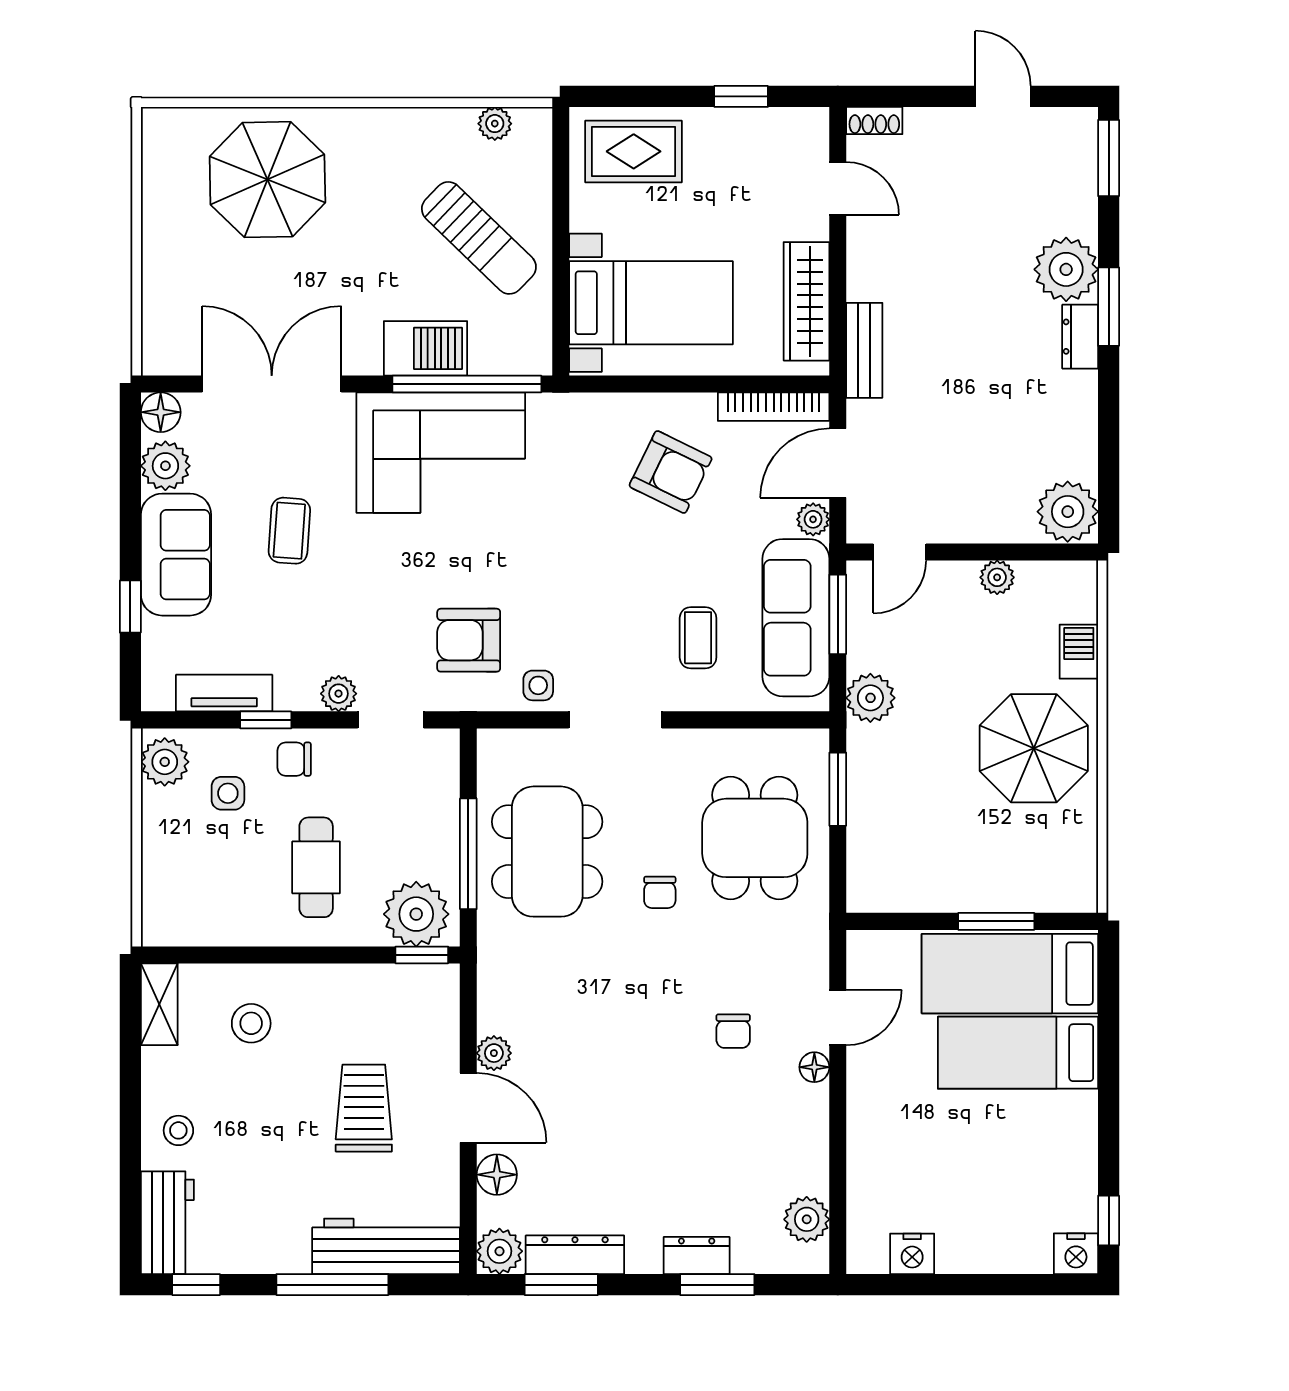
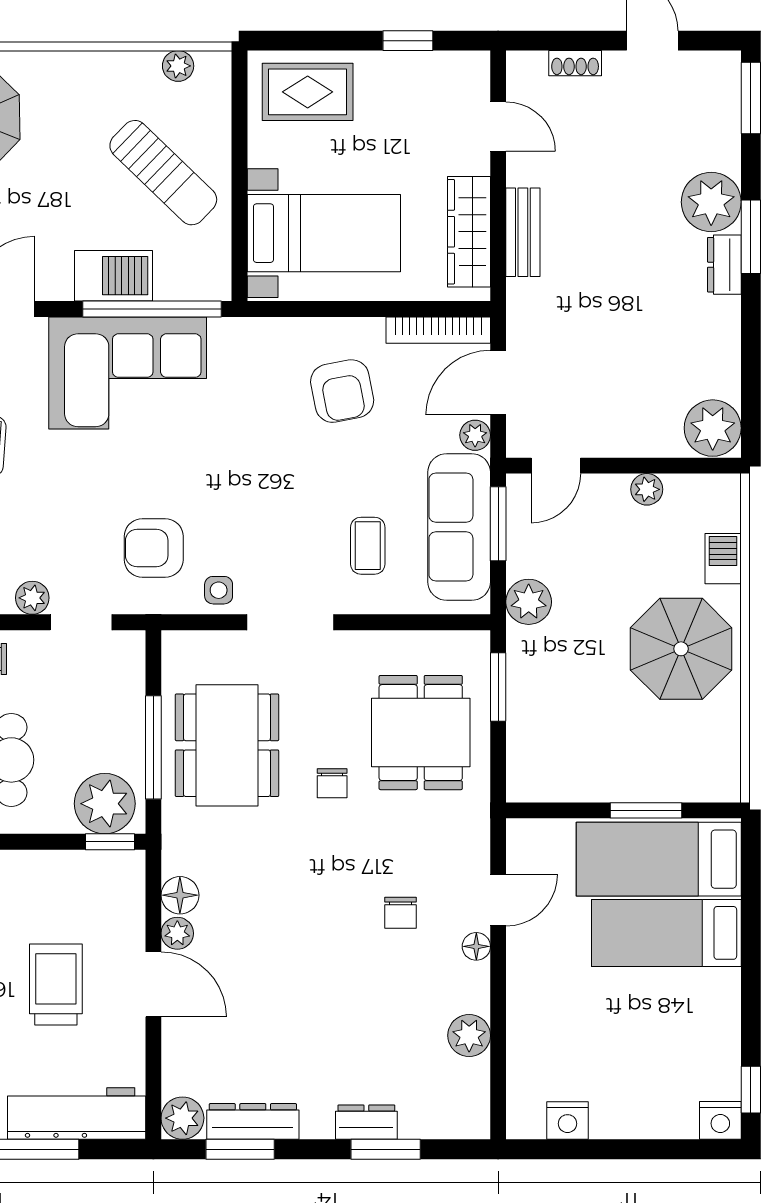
shoe rack: (874, 121) -> (575, 63), moved
bench: (864, 350) -> (523, 232), moved
armchair: (671, 472) -> (342, 391), turned 53
floor lamp: (497, 1175) -> (180, 895), moved
plant: (807, 1219) -> (469, 1035), moved

